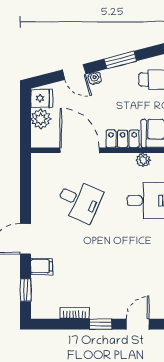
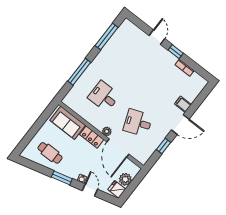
plant: (143, 160) -> (107, 131), moved
desk: (79, 200) -> (138, 123), turned -45
window: (26, 290) -> (164, 146), moved
door: (138, 324) -> (157, 37), swing flipped

